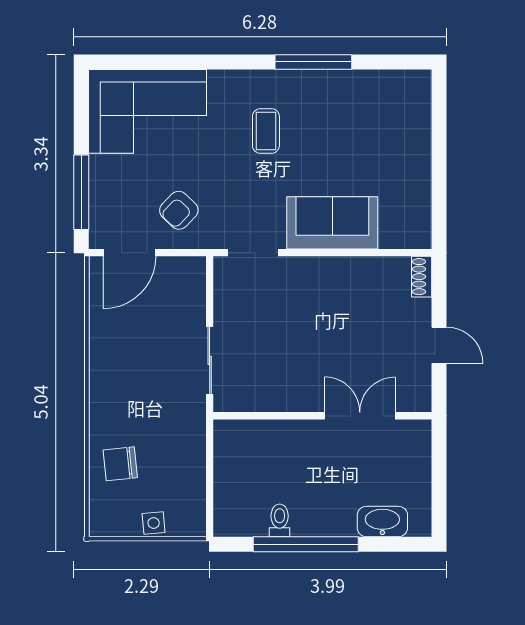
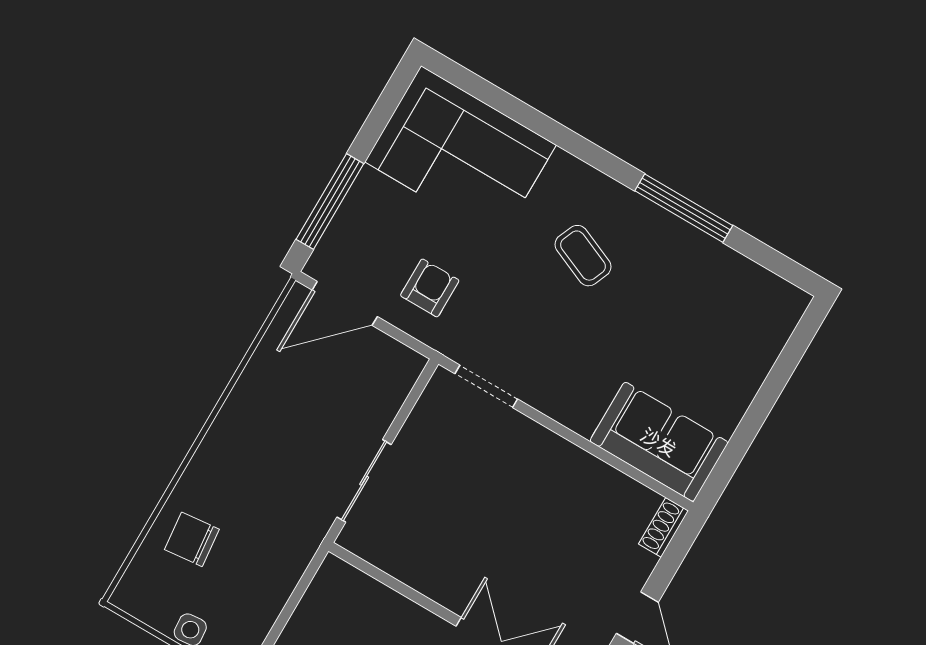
coffee table: (266, 131) -> (583, 256), turned -67
armchair: (179, 210) -> (430, 288), turned 136
sofa: (332, 223) -> (659, 442), moved

